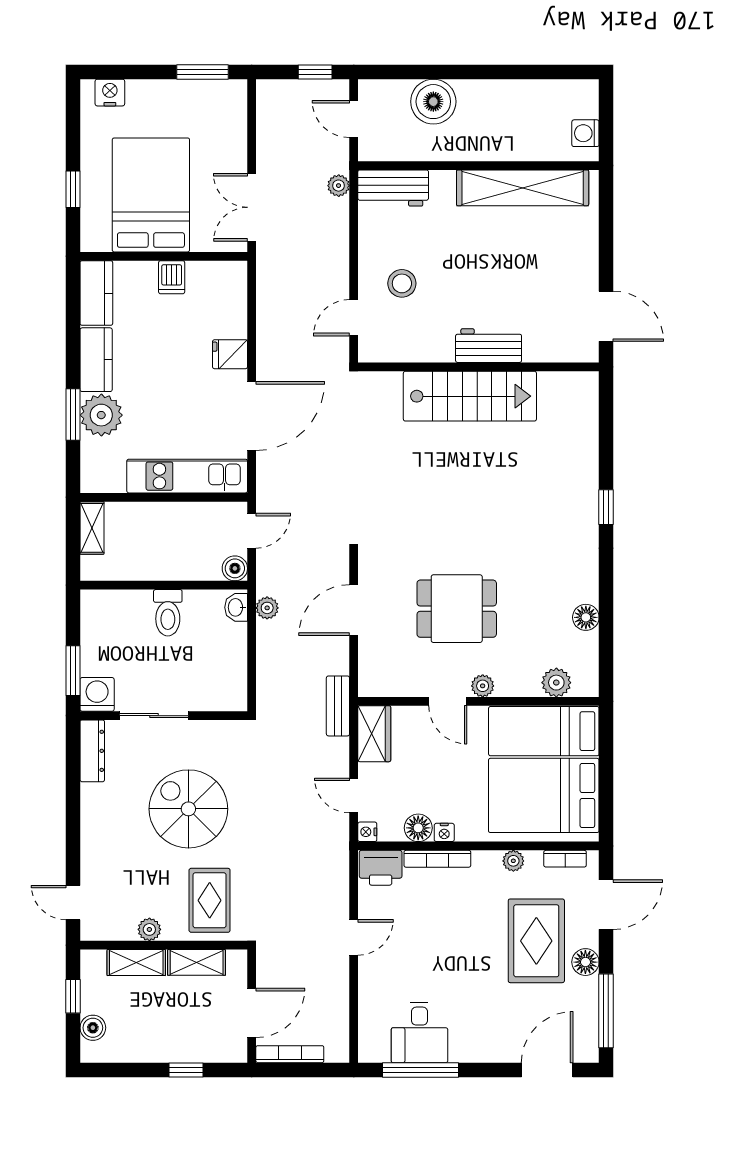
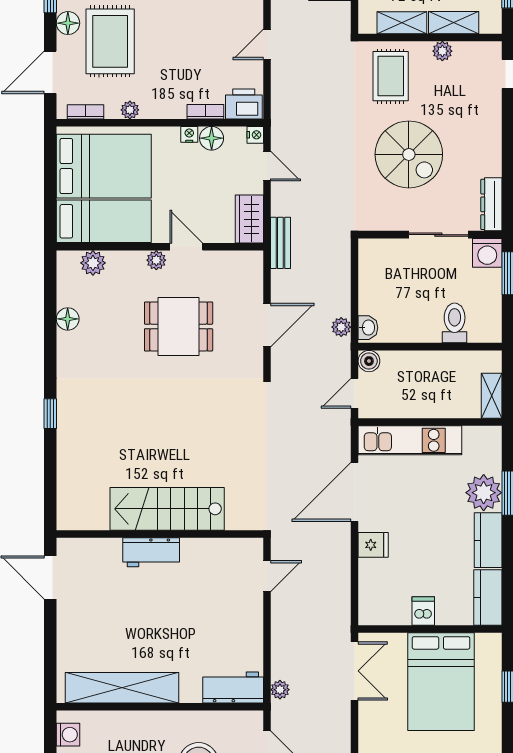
stool: (402, 283) -> (226, 606), removed
toilet: (168, 613) -> (455, 323), moved
bookcase: (437, 859) -> (205, 112), width x0.64

